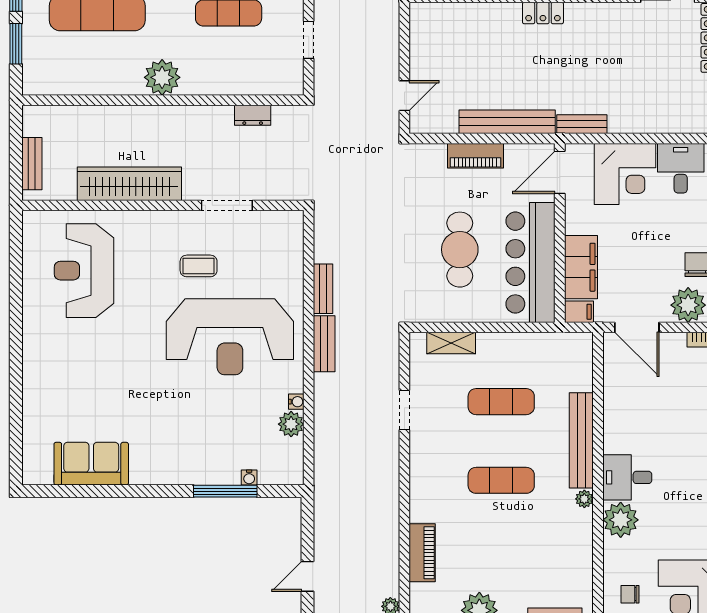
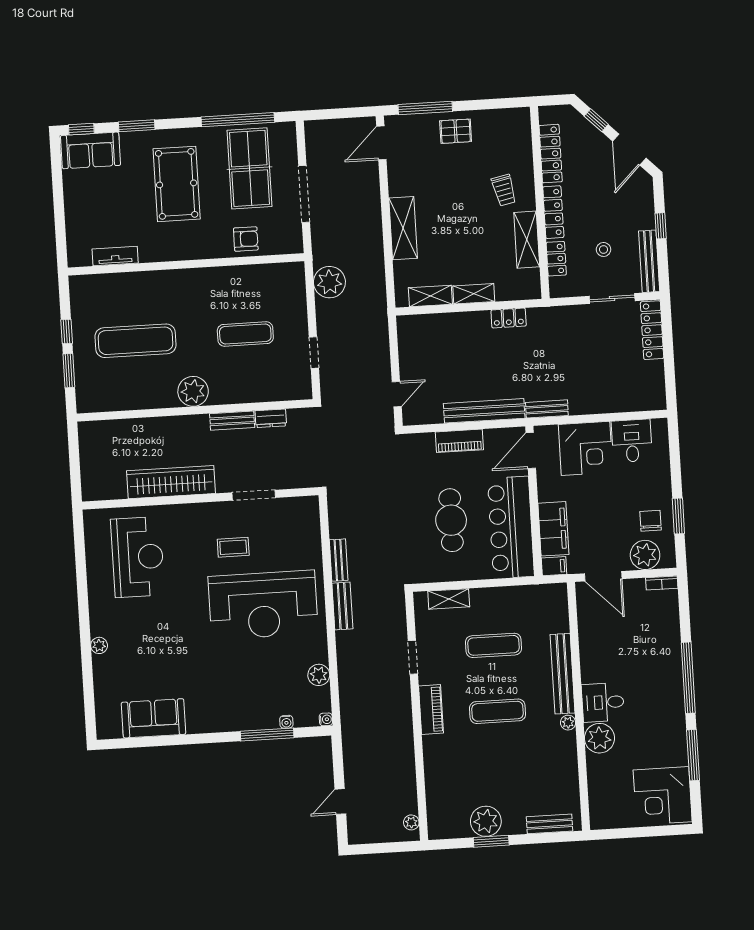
bench: (32, 164) -> (232, 421), moved, turned 90
reception desk: (84, 271) -> (138, 557), turned 180
plant: (32, 373) -> (99, 645), added
water cooler: (296, 402) -> (326, 719), moved
piano: (422, 553) -> (431, 710), moved
chair: (630, 594) -> (611, 800), removed

